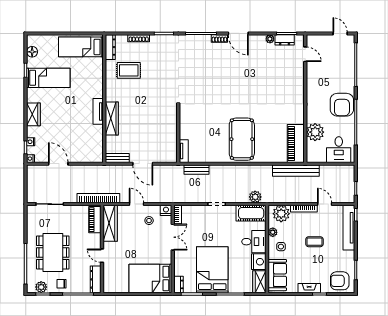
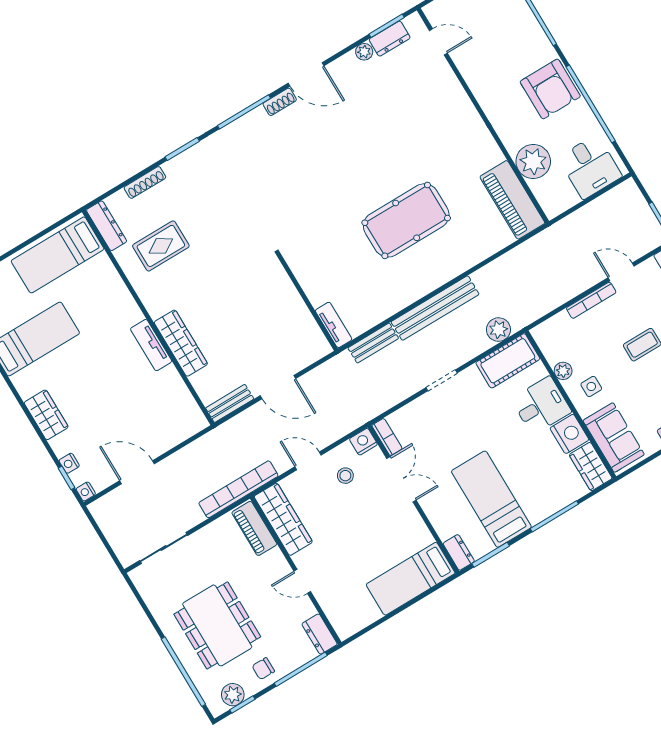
pool table: (242, 139) -> (406, 220), moved, turned 90
bench: (296, 171) -> (435, 308), moved
plant: (281, 214) -> (559, 331), removed
bed: (212, 270) -> (491, 499), width x0.67
bed: (150, 278) -> (411, 579), width x0.67
dresser: (96, 279) -> (320, 634), width x0.70

